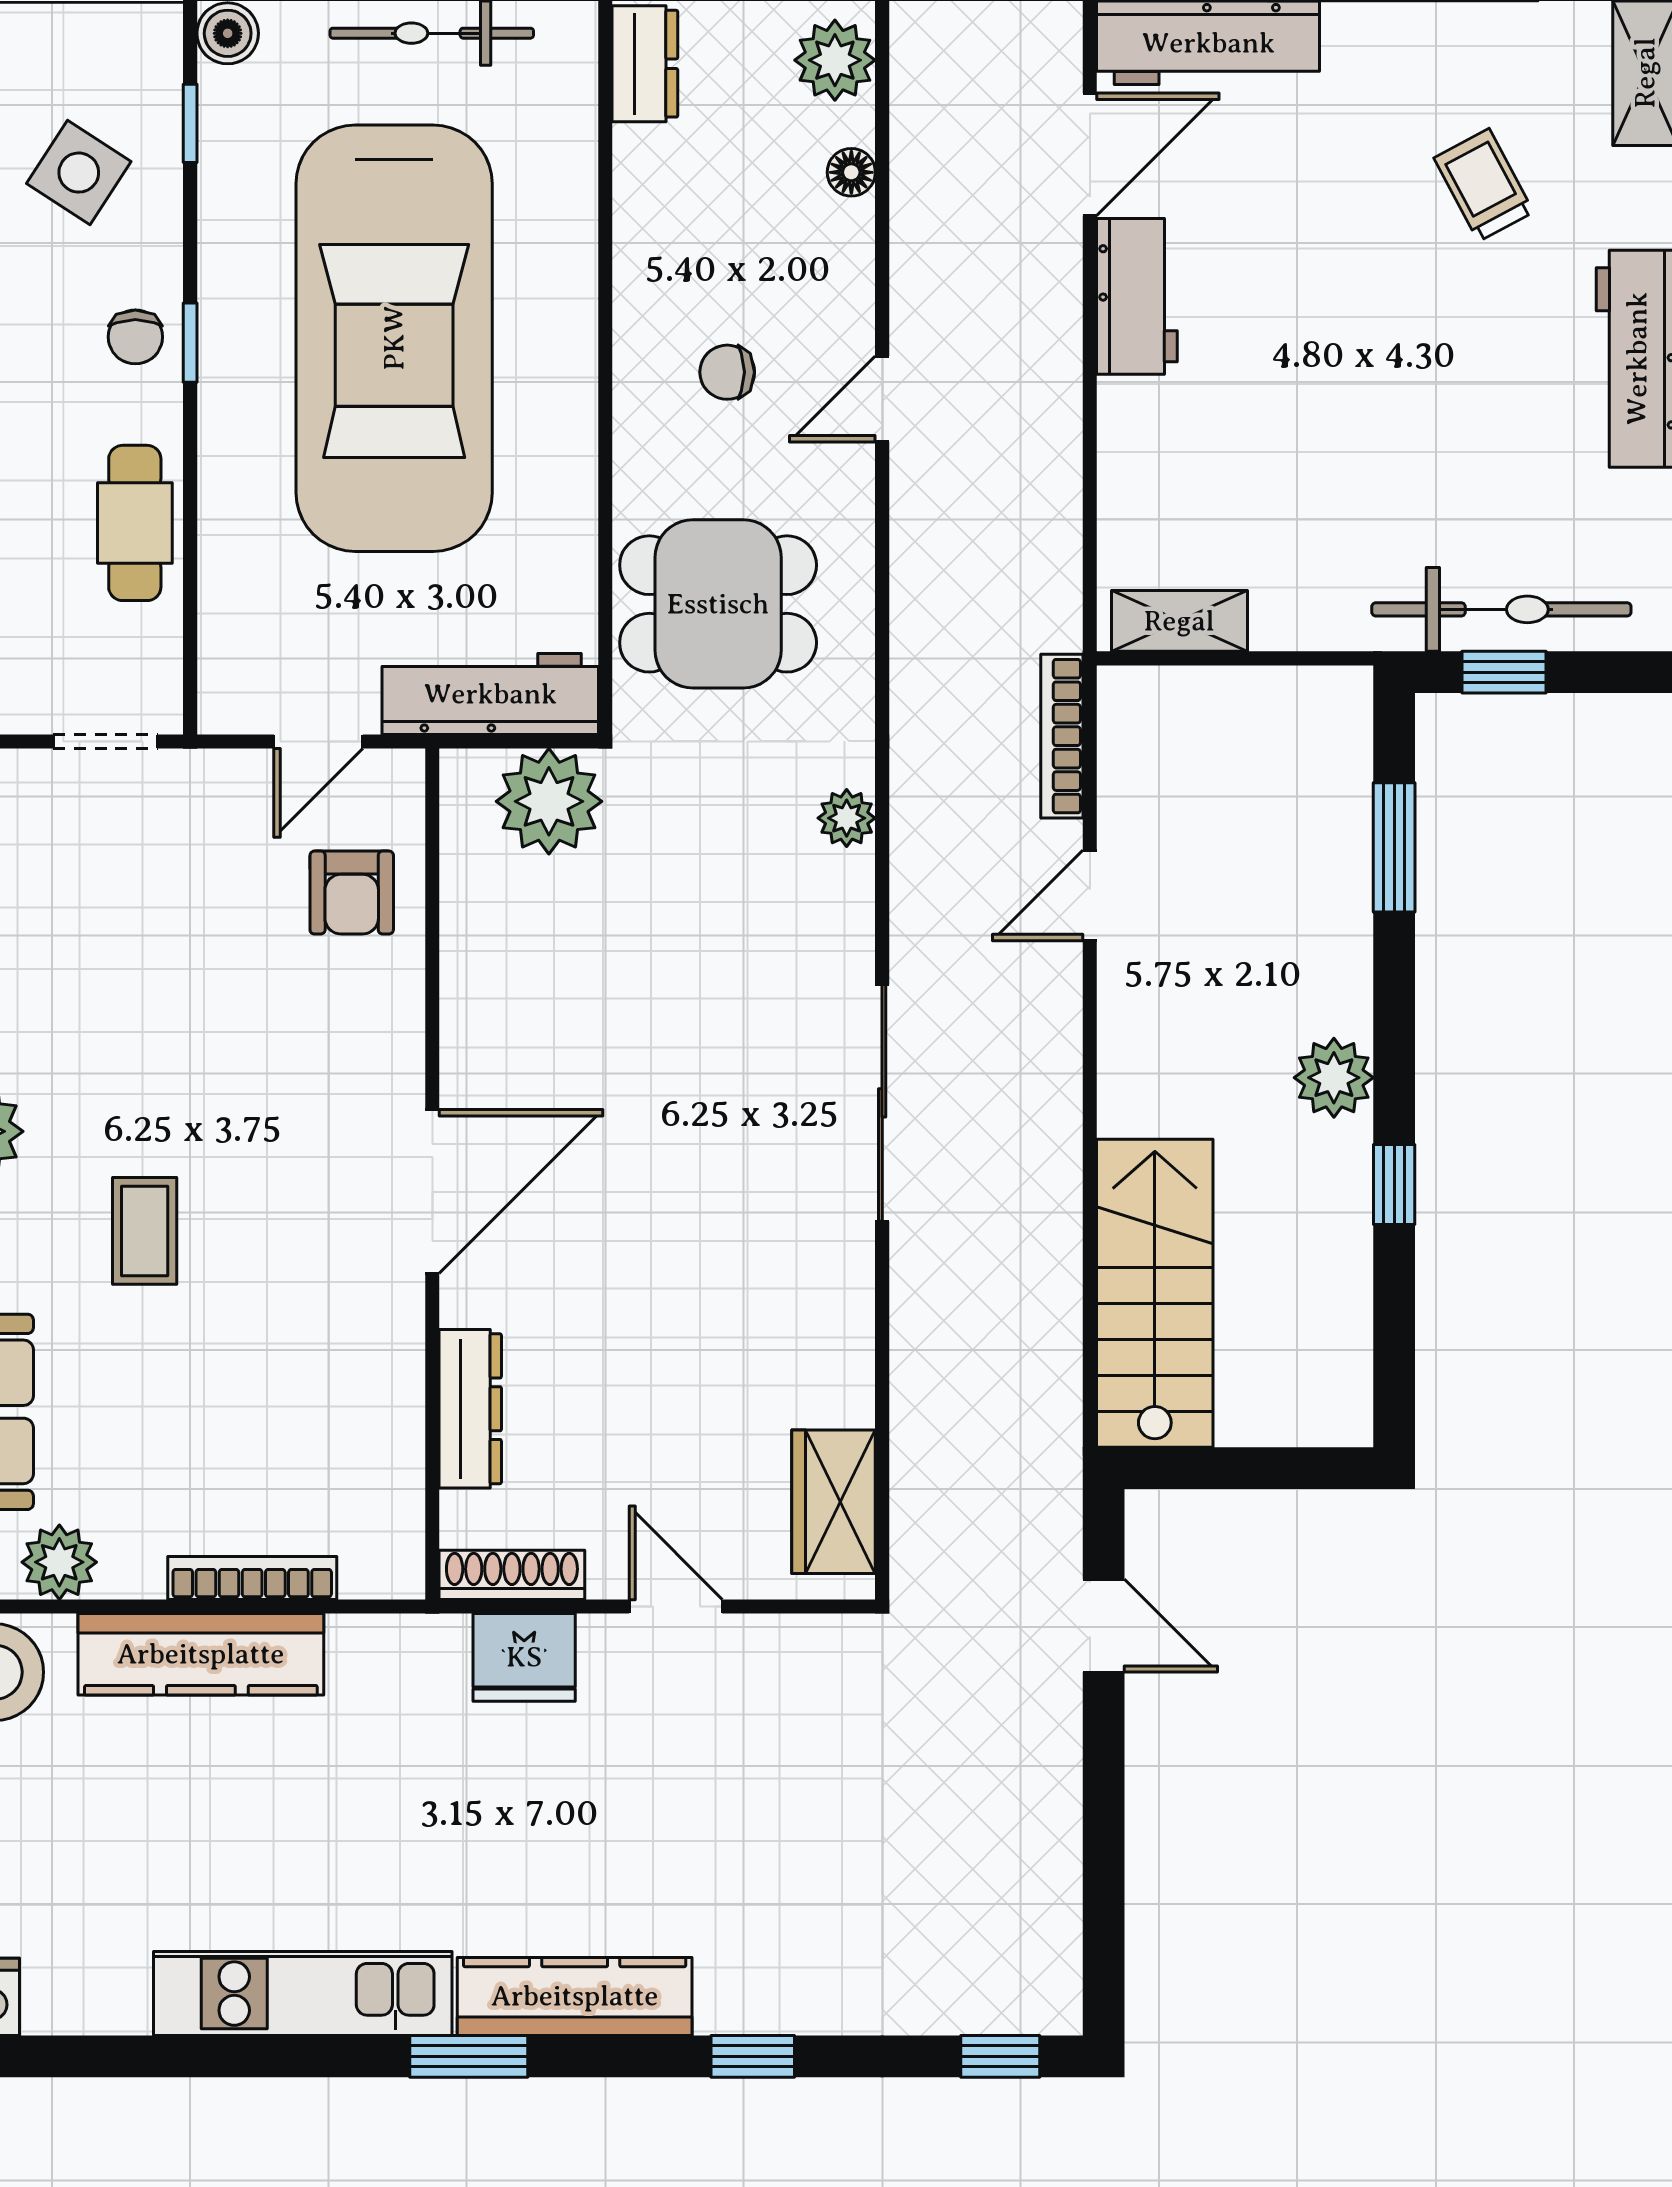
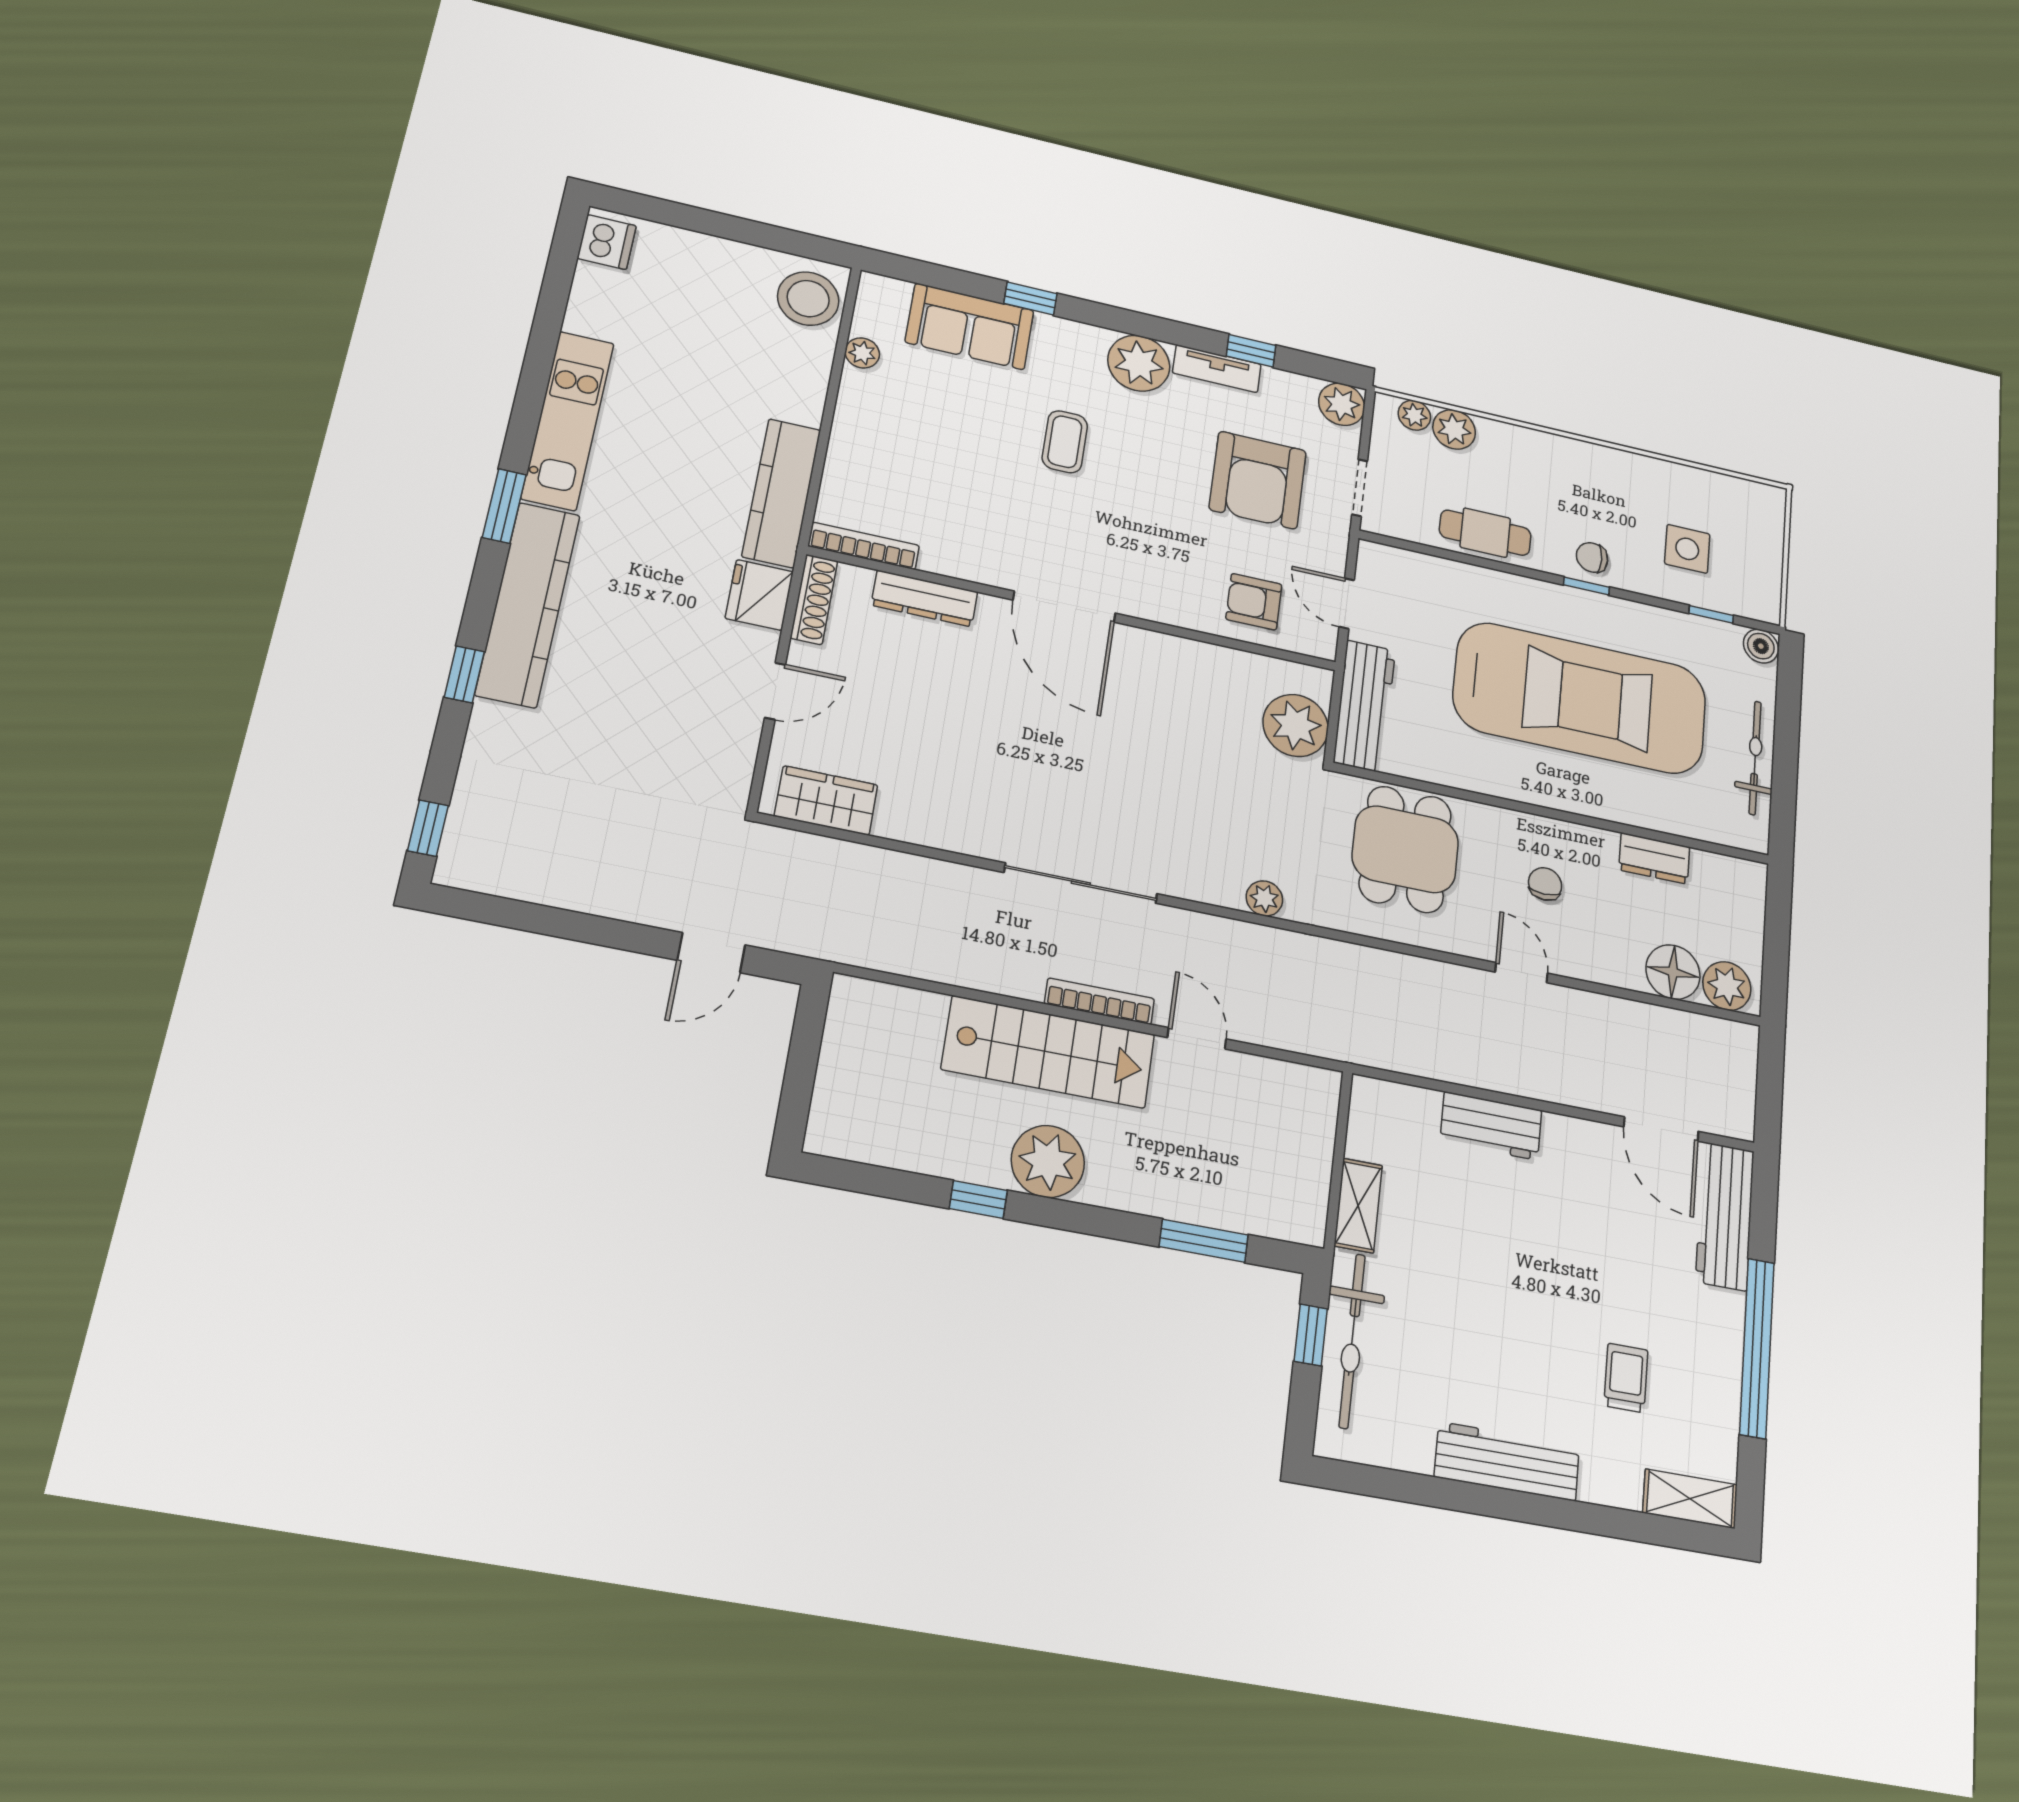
dresser: (645, 64) -> (1654, 858), moved
floor lamp: (851, 172) -> (1673, 972), width x1.89, depth x1.89
side table: (79, 173) -> (1687, 549), turned -33
trolley: (1484, 185) -> (1626, 1378), turned -62
workbench: (1137, 296) -> (1491, 1126), moved
car: (394, 338) -> (1580, 698), turned 180
shelving: (1179, 621) -> (1358, 1206), moved
bookcase: (1062, 736) -> (1099, 1001), moved
armchair: (134, 911) -> (1258, 480), added
plant: (1334, 1078) -> (1048, 1161), width x1.36, depth x1.36
coffee table: (145, 1231) -> (1065, 442), turned 90
stairs: (1155, 1293) -> (1048, 1052), moved
plant: (59, 1562) -> (862, 353), width x0.73, depth x0.73
bookcase: (252, 1578) -> (864, 546), moved, turned -90
kitchen counter: (201, 1654) -> (781, 493), moved
kitchen counter: (575, 1996) -> (528, 604), width x1.39, depth x1.17

